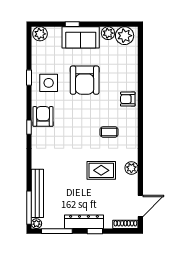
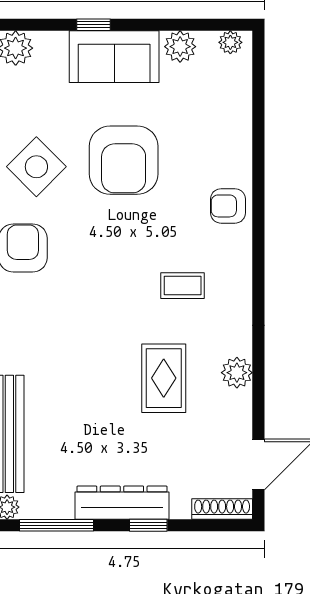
plant: (125, 36) -> (230, 42), width x0.53, depth x0.53
side table: (49, 83) -> (36, 167), turned 45
rug: (101, 170) -> (164, 378), turned 90

